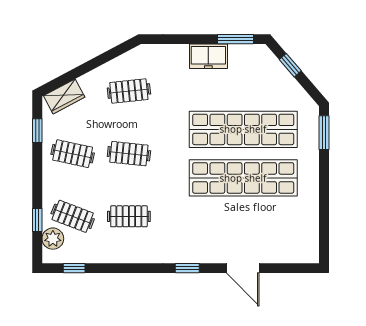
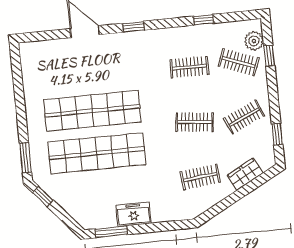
window: (290, 65) -> (43, 196), moved
wardrobe: (64, 96) -> (245, 174), moved
clothes rail: (73, 154) -> (244, 117), turned -36
window: (74, 268) -> (203, 20), moved

